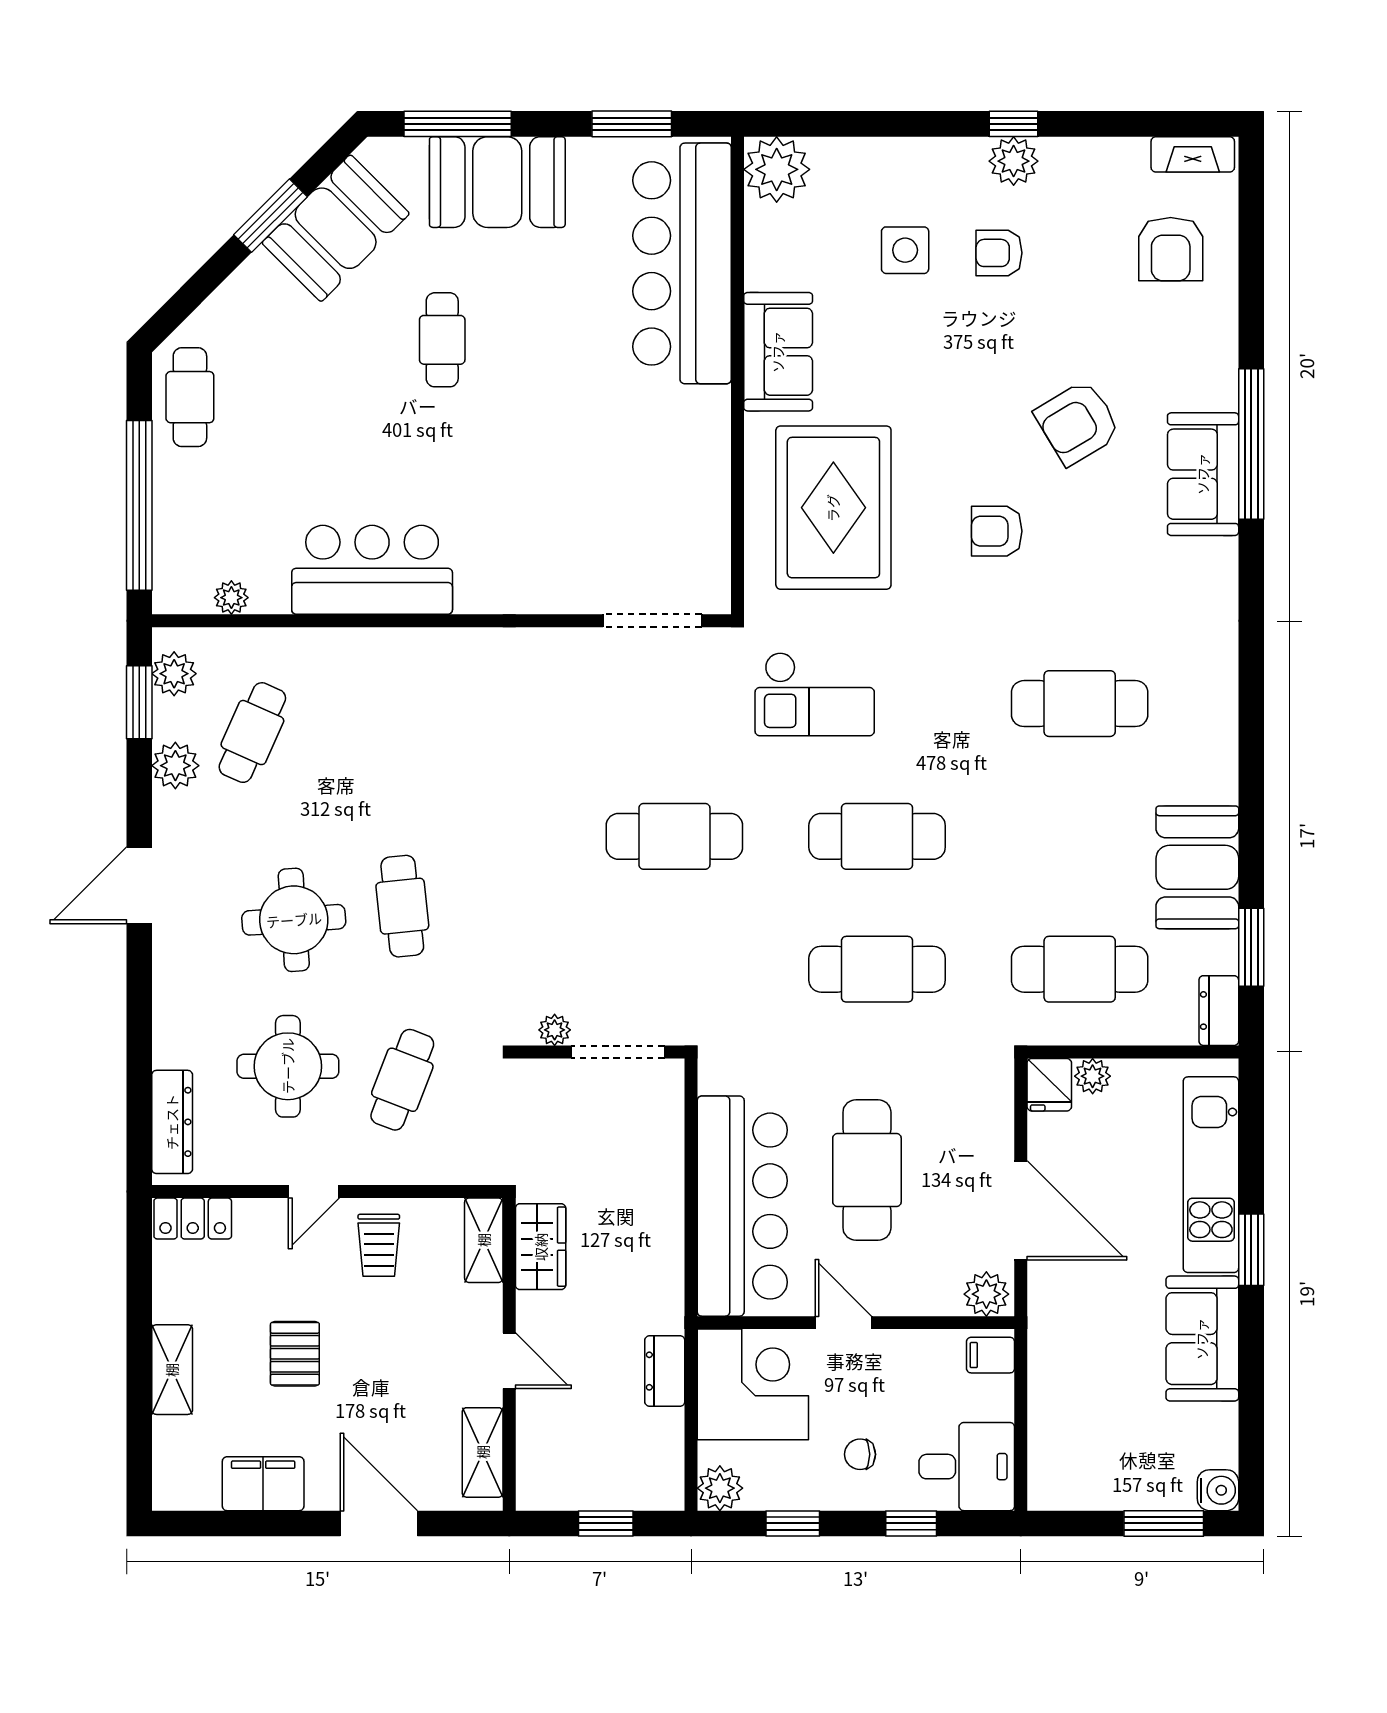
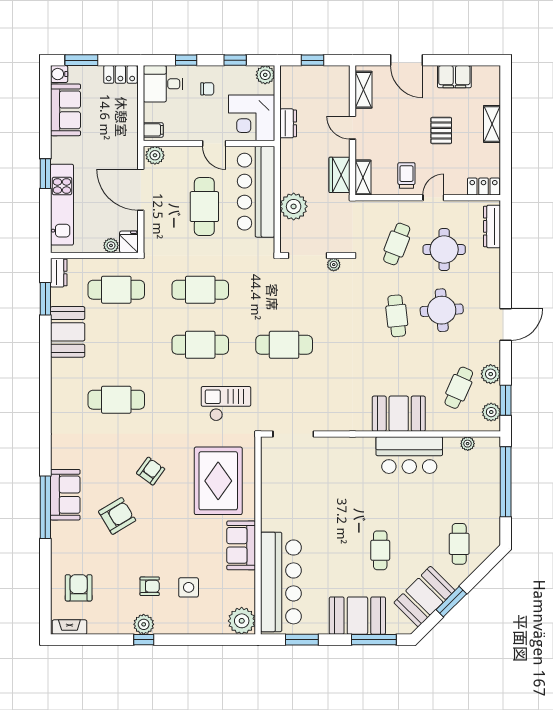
cafe table: (190, 397) -> (459, 544), moved
armchair: (997, 531) -> (151, 471), turned -54
booth: (398, 670) -> (399, 414), added
plant: (652, 1170) -> (294, 206), added
sofa: (1202, 1339) -> (66, 110), moved
locker: (1070, 1489) -> (120, 74), added

